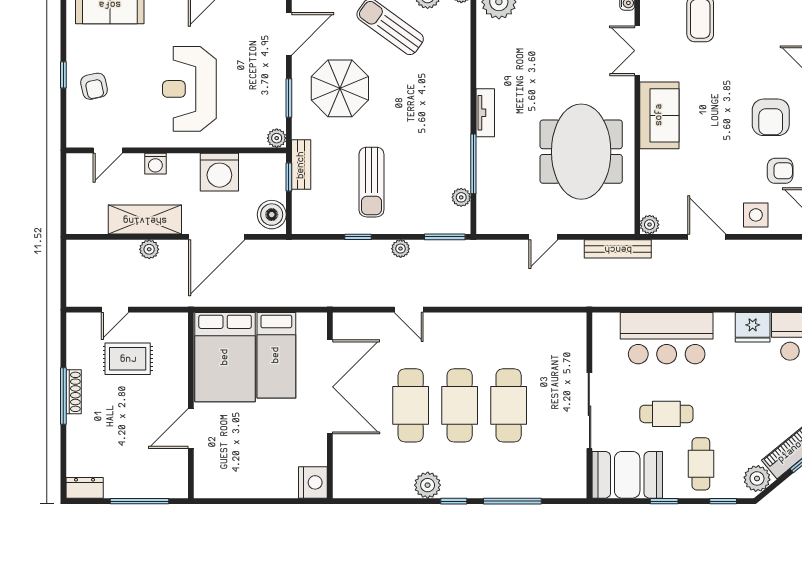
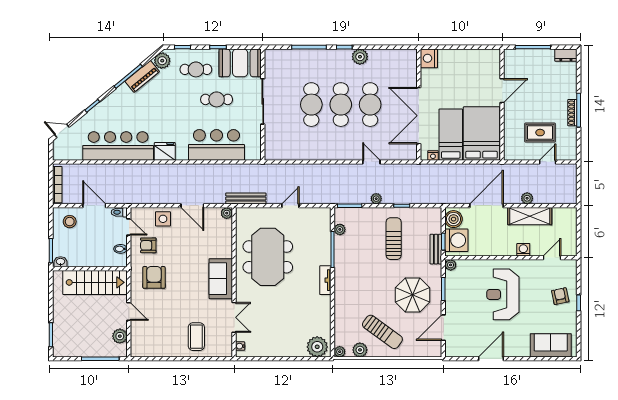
reception desk: (189, 89) -> (503, 294), turned 180
washing machine: (219, 172) -> (456, 240), moved, turned 90
nightstand: (306, 321) -> (433, 155), added
cafe table: (701, 464) -> (196, 69), turned 90

